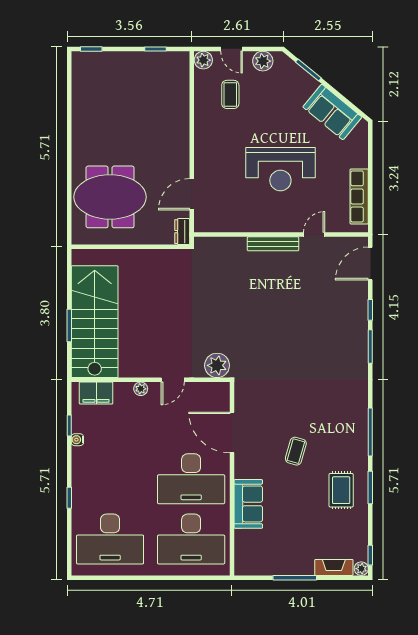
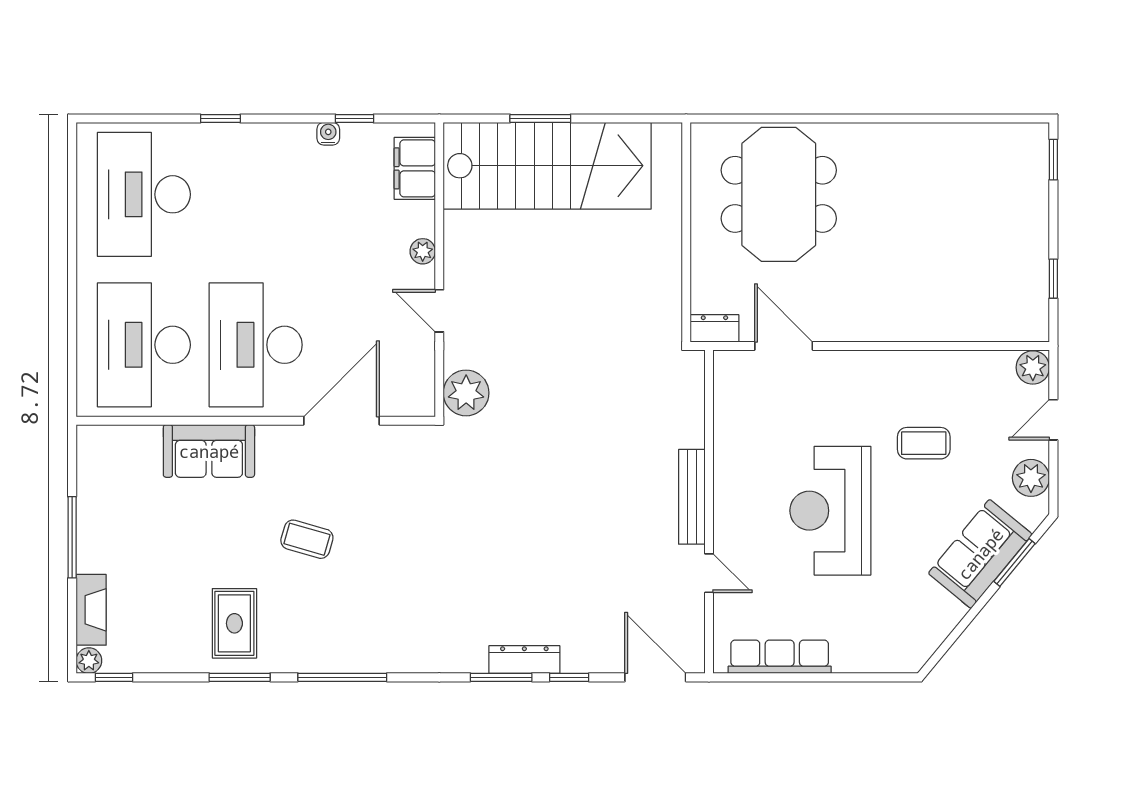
coffee table: (230, 94) -> (924, 443), moved
sofa: (332, 112) -> (980, 554), moved
dresser: (361, 334) -> (524, 660), added
rug: (341, 490) -> (234, 623), turned 90

